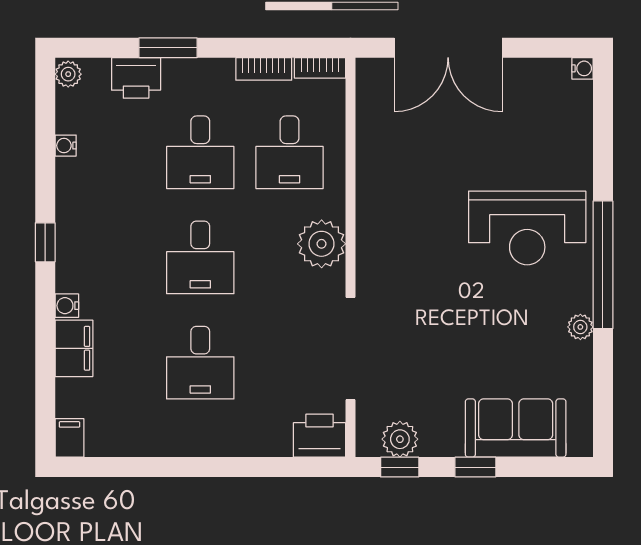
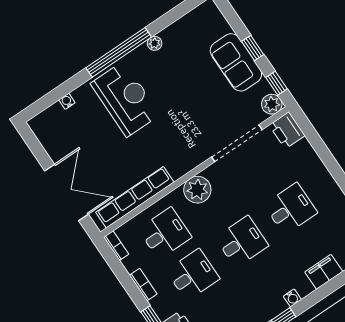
water cooler: (582, 68) -> (67, 101), moved
bookcase: (264, 69) -> (143, 285), moved
row of seats: (373, 144) -> (135, 197), added
water cooler: (67, 306) -> (292, 298), moved
sofa: (516, 428) -> (236, 62), moved
plant: (400, 439) -> (272, 104), moved

